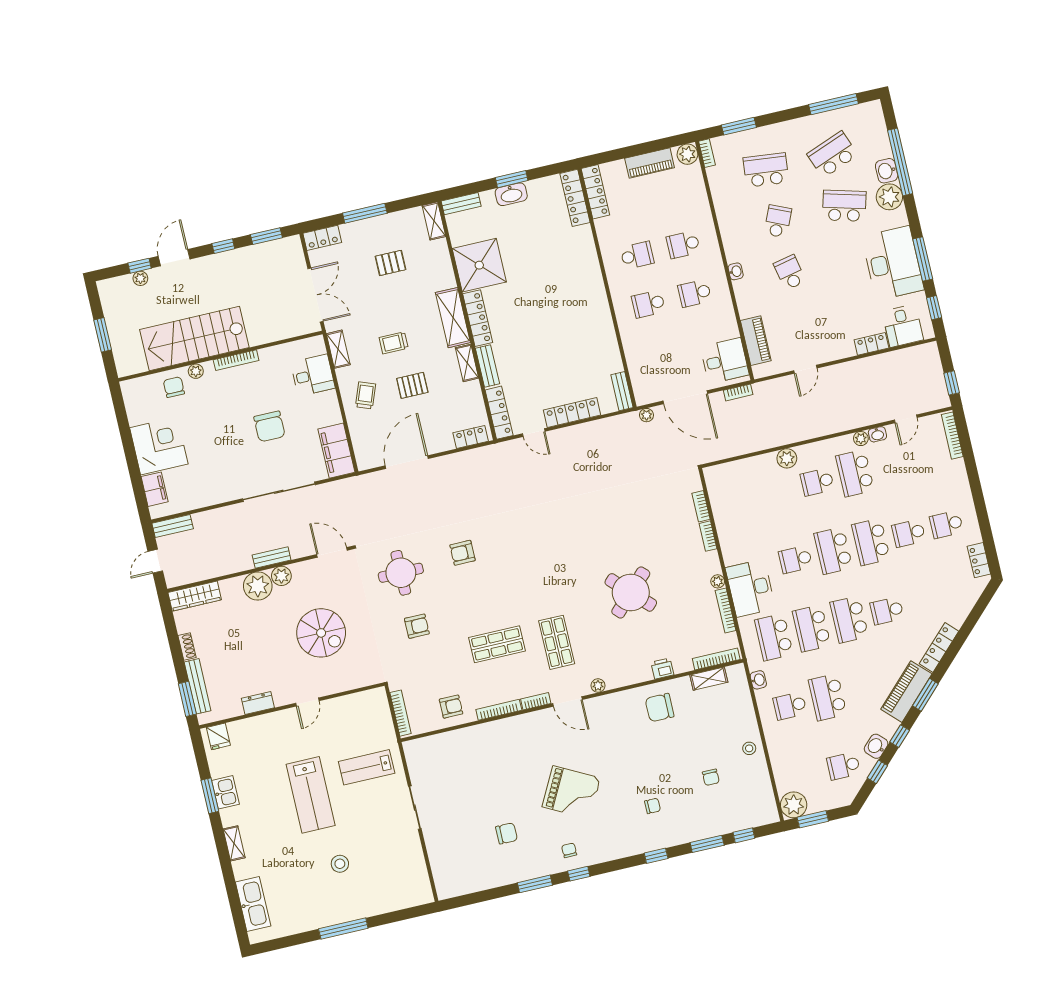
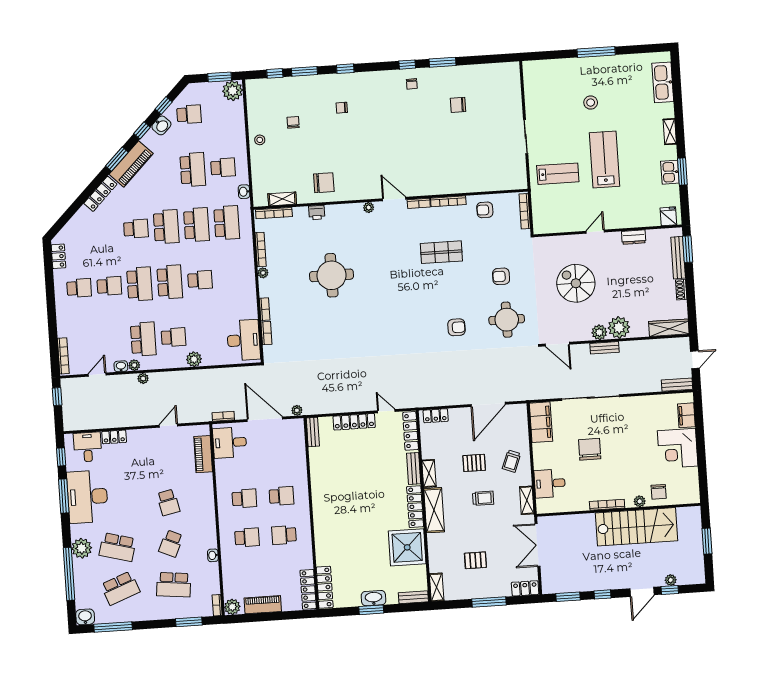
washbasin: (887, 171) -> (85, 617), moved, turned -90
washbasin: (736, 271) -> (213, 555), moved
plant: (847, 424) -> (143, 378), added
desk: (750, 588) -> (244, 340), moved
round table: (631, 592) -> (331, 275), turned 45
shop shelf: (557, 642) -> (395, 246), removed
grand piano: (571, 792) -> (403, 128), removed

